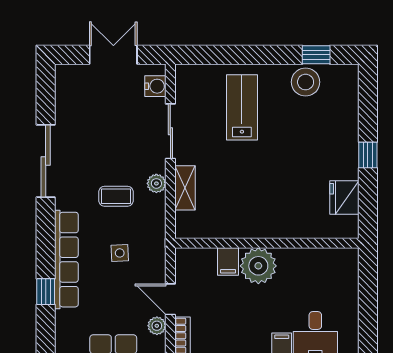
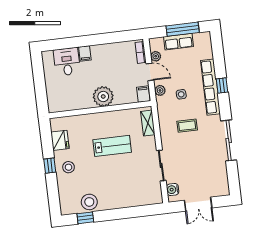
lab bench: (242, 107) -> (112, 146), moved, turned -90
stool: (335, 148) -> (69, 167), added
plant: (156, 183) -> (160, 90), moved
shelving: (185, 188) -> (148, 123), moved
filing cabinet: (228, 262) -> (143, 94), moved
window: (46, 292) -> (222, 85), moved

